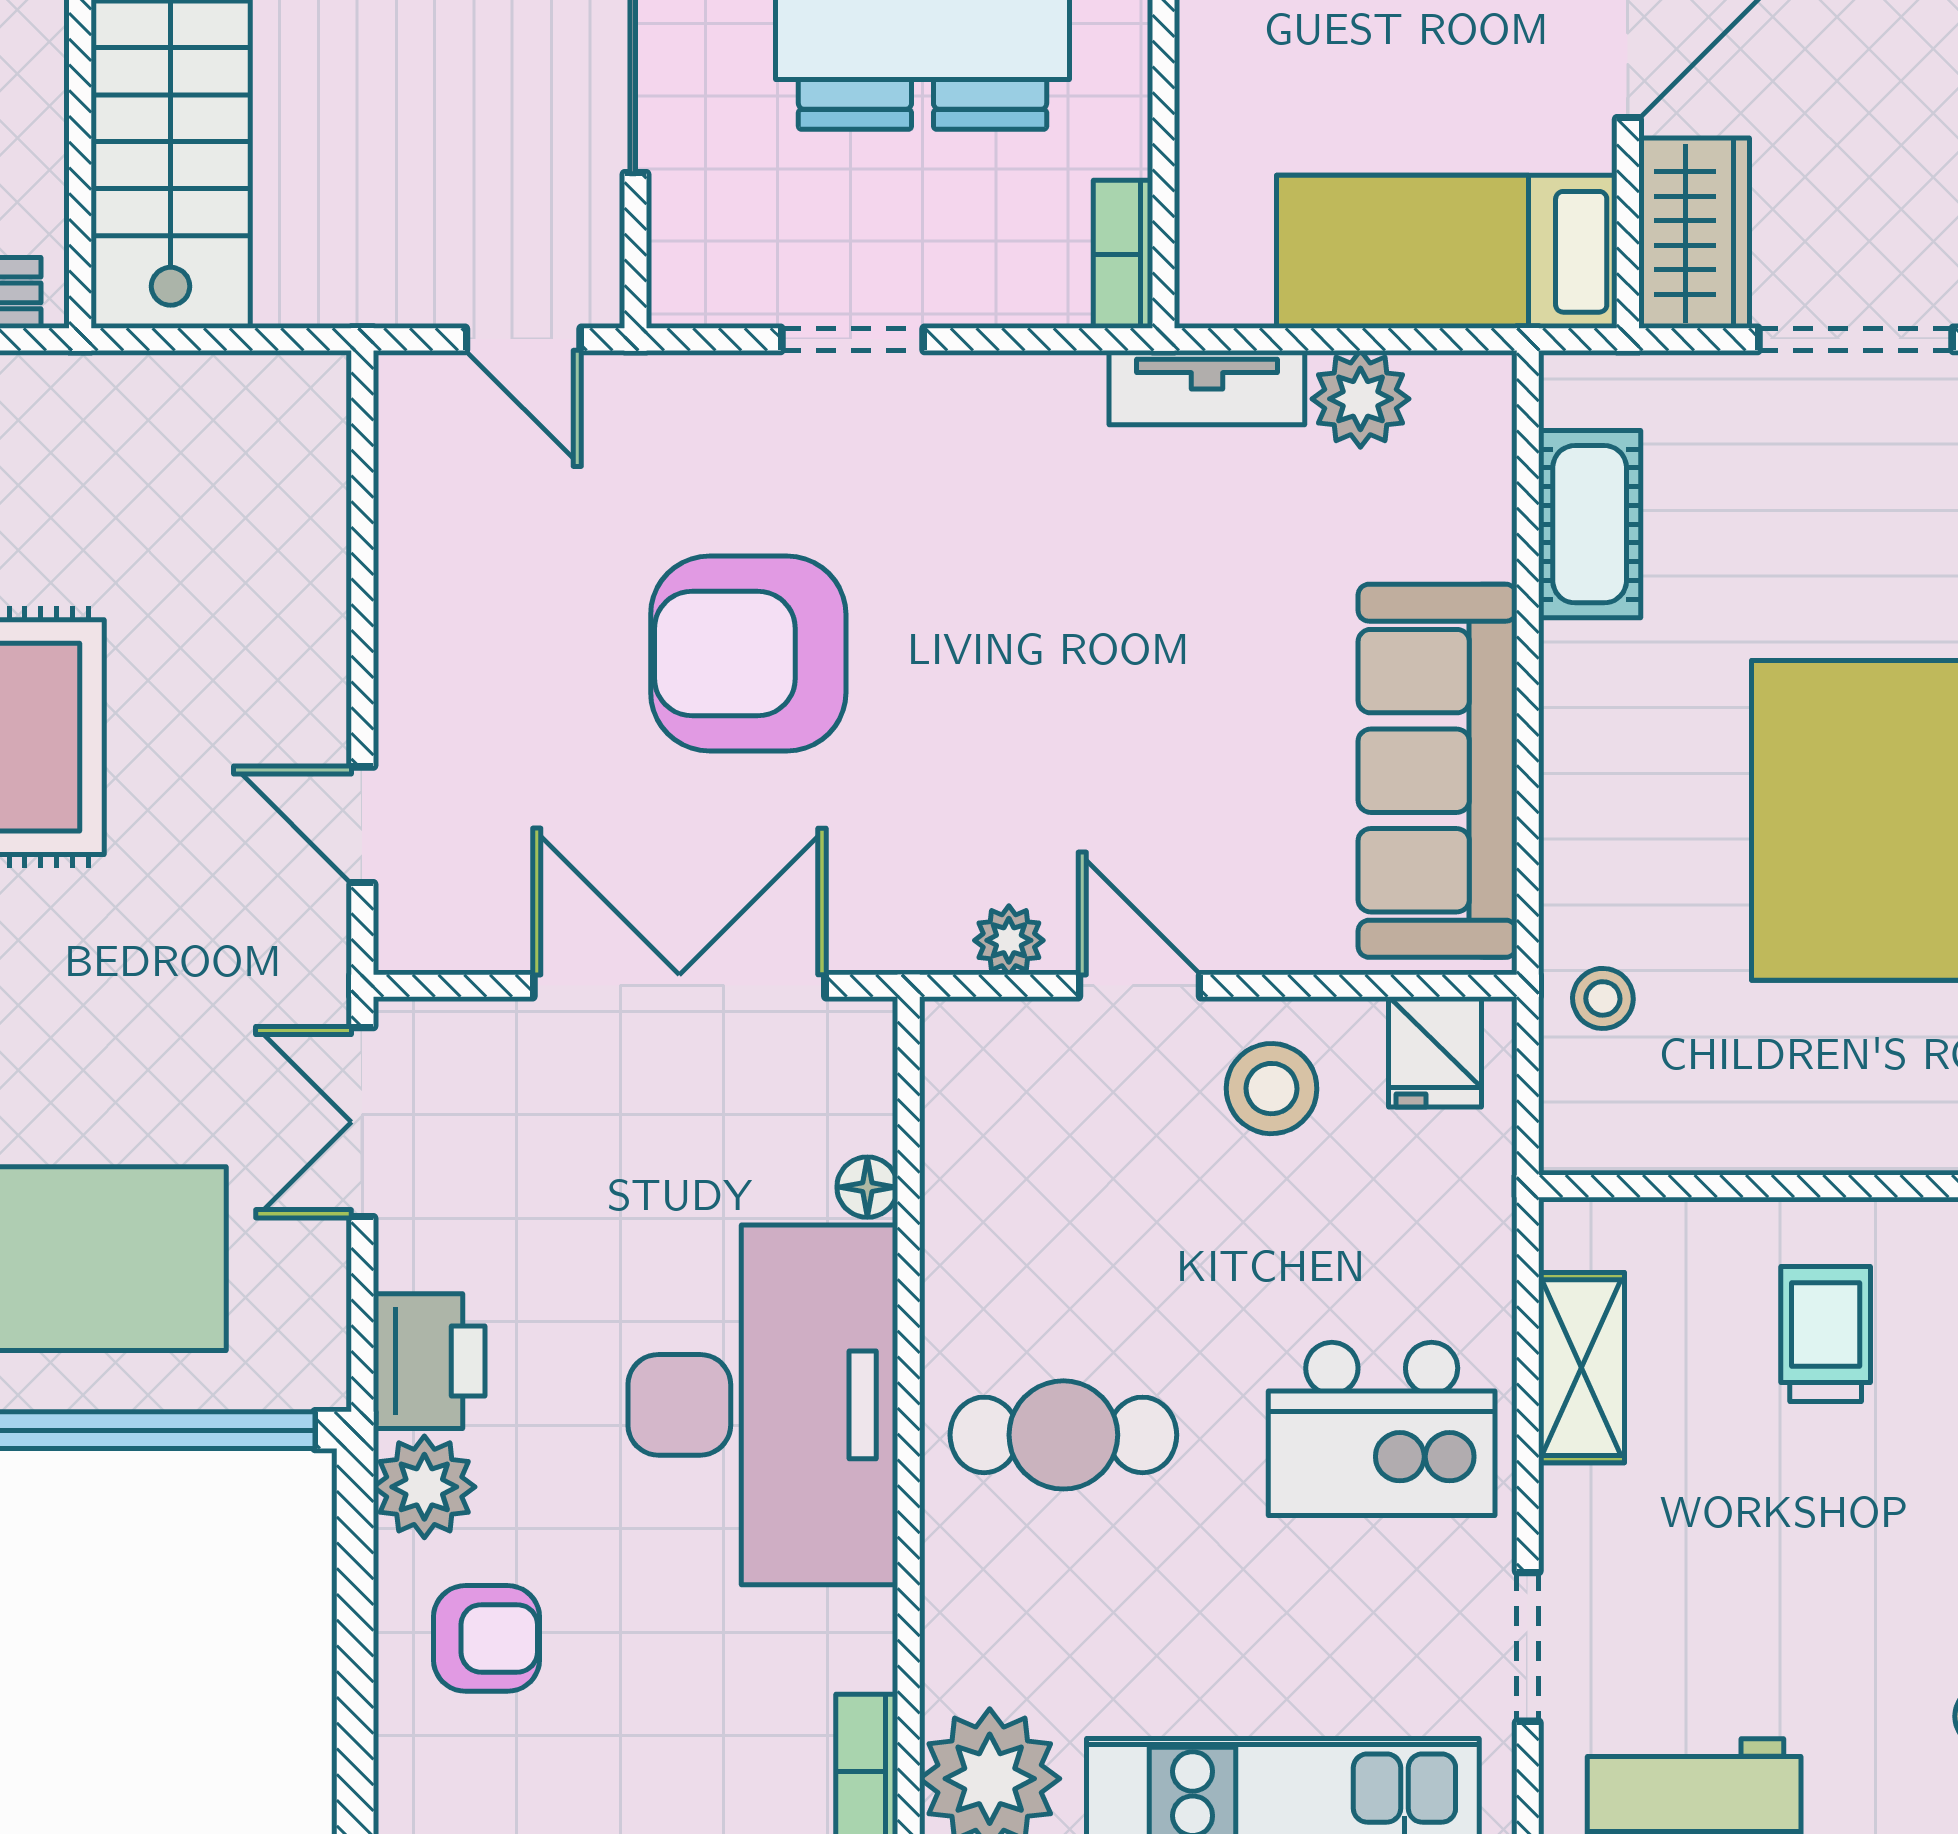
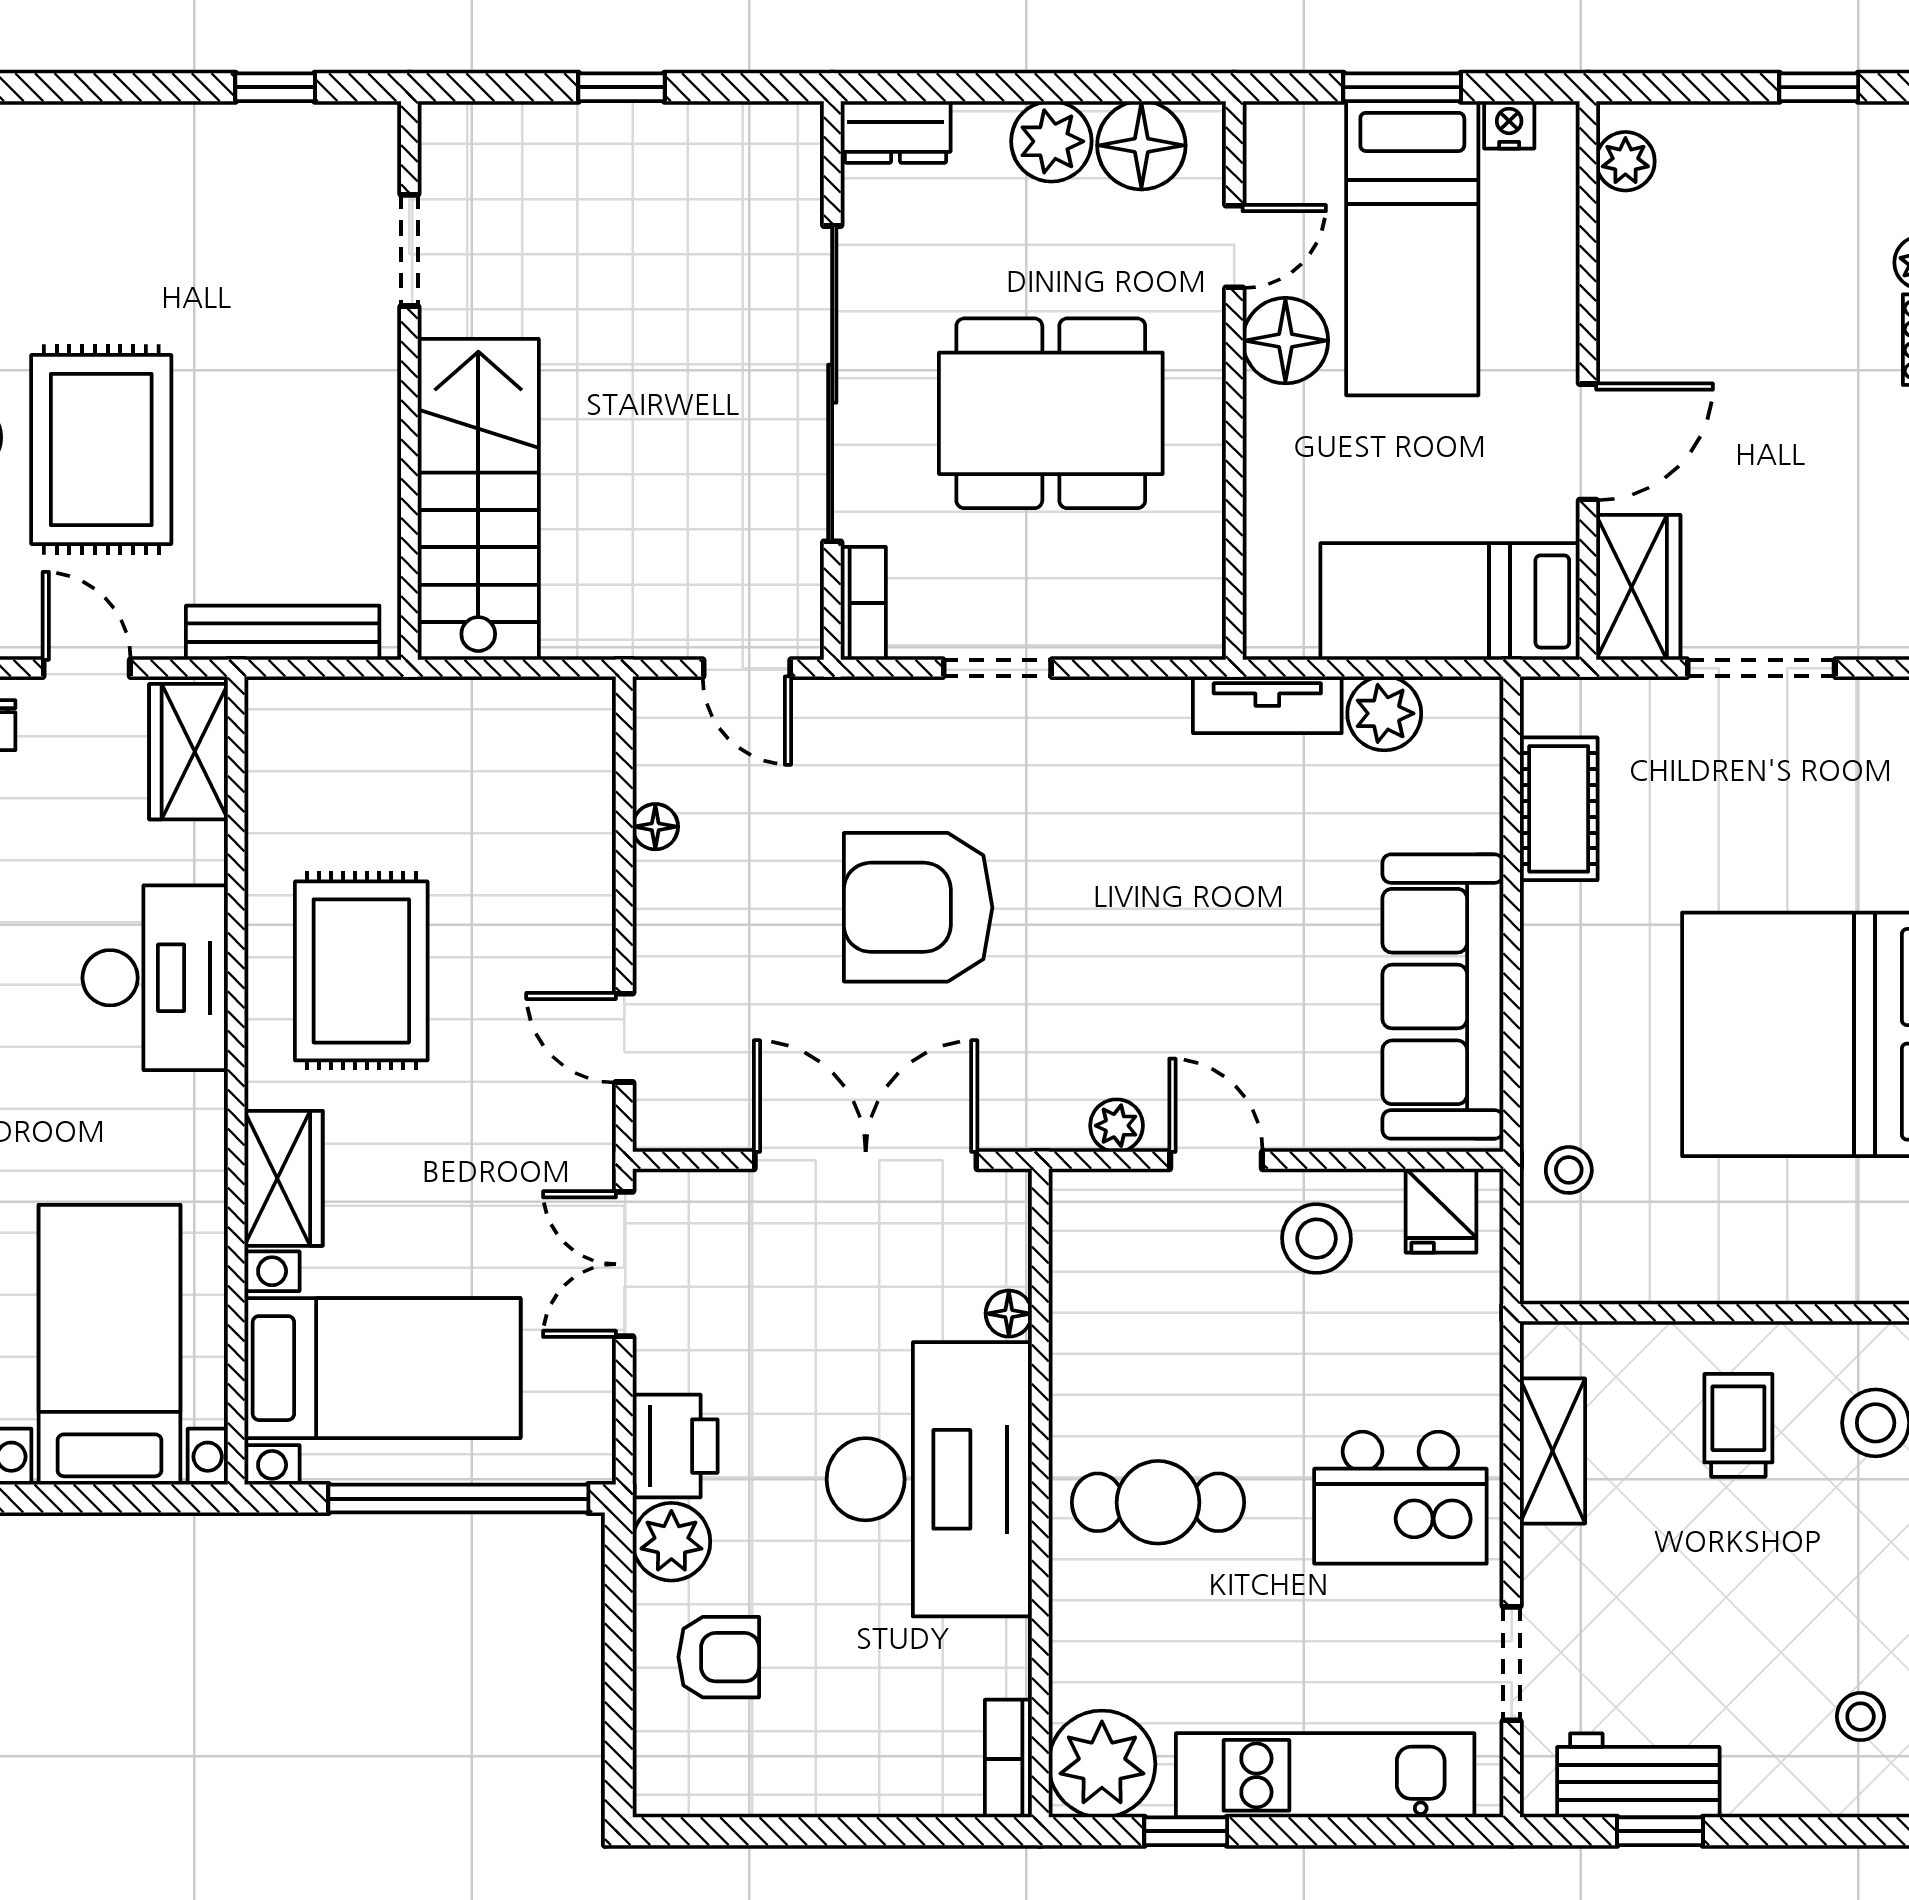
bookcase: (1123, 254) -> (863, 603), moved, turned 180
floor lamp: (403, 548) -> (655, 827), added

